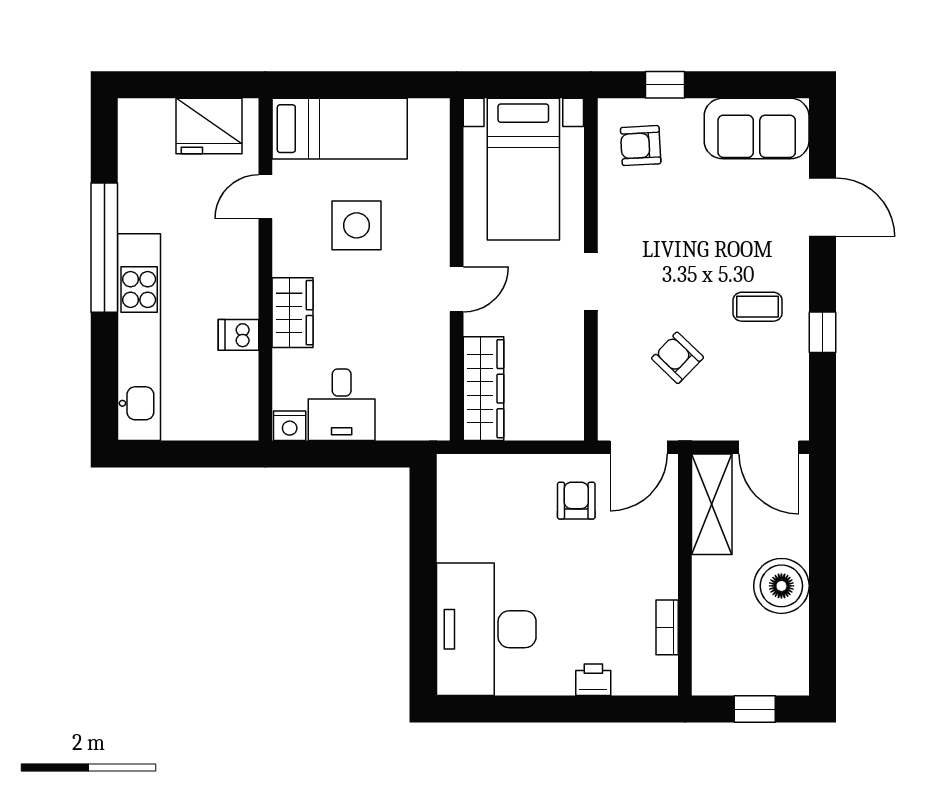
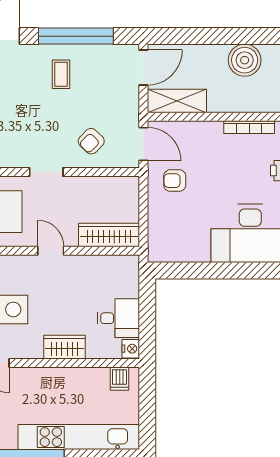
window: (822, 332) -> (76, 36), width x3.17
dishwasher: (239, 335) -> (120, 379), moved
armchair: (677, 358) -> (91, 141), moved
boiler: (781, 586) -> (245, 60), moved
bookcase: (667, 627) -> (249, 127), width x1.56

